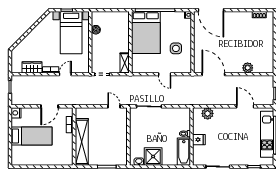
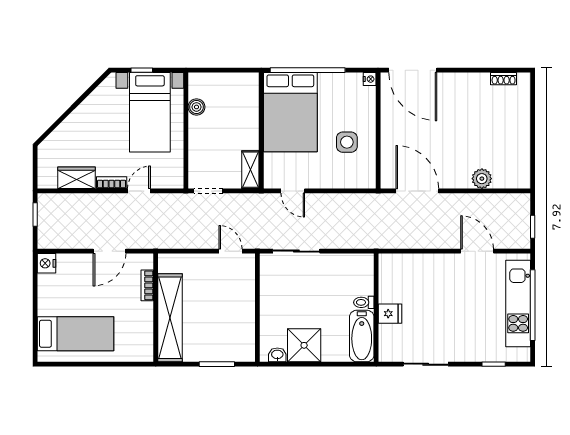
door: (165, 74) -> (293, 191), moved
plant: (208, 113) -> (406, 264), removed
bed: (31, 136) -> (76, 334), moved

